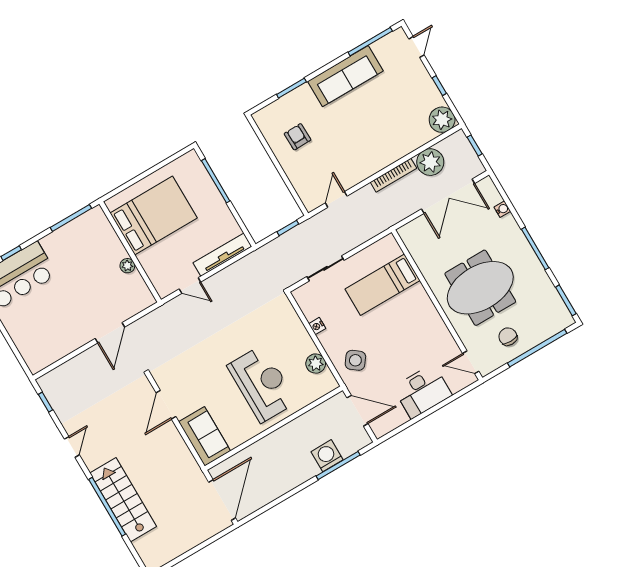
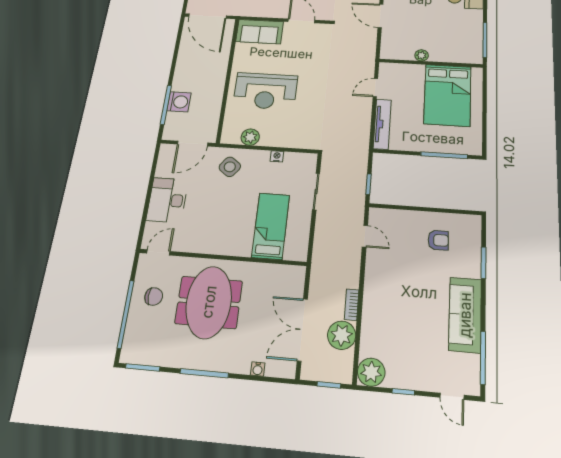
bookcase: (393, 175) -> (352, 305), width x0.64

